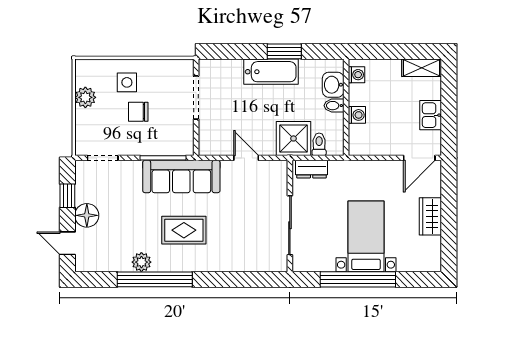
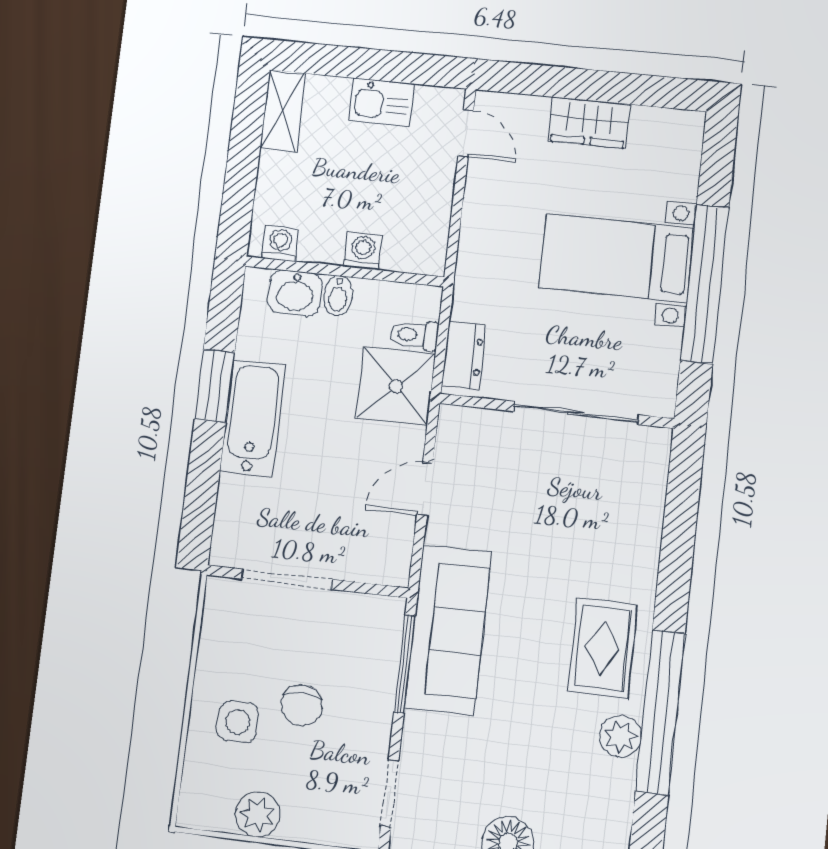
door: (419, 158) -> (466, 133), width x0.73
rug: (184, 230) -> (603, 648), moved

